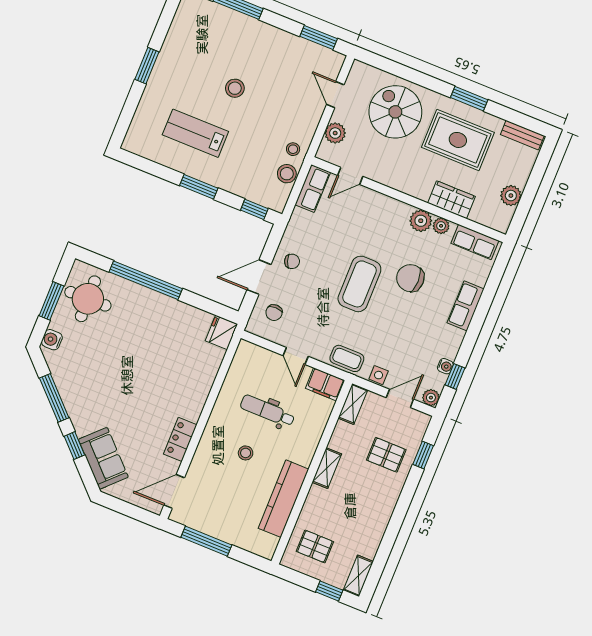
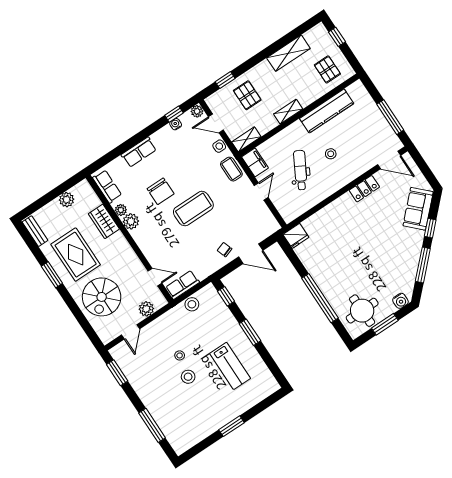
stool: (293, 149) -> (180, 355), moved
chair: (274, 313) -> (256, 226), removed
dental chair: (267, 411) -> (300, 170), turned -151
shelving: (358, 576) -> (288, 53), moved, width x1.50, depth x1.33

